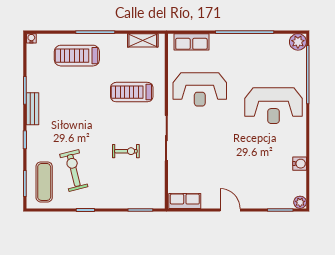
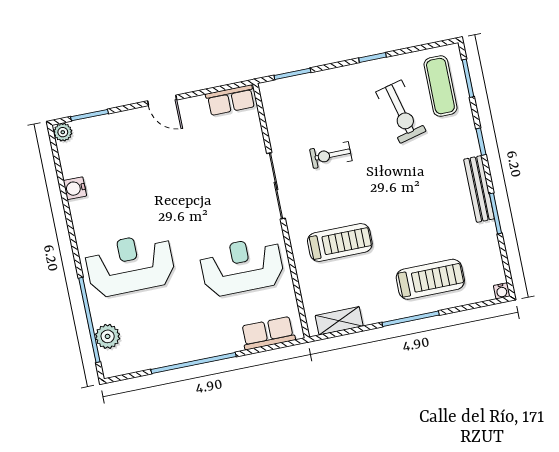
plant: (298, 42) -> (108, 336), moved
bench: (32, 109) -> (479, 189), width x1.36

